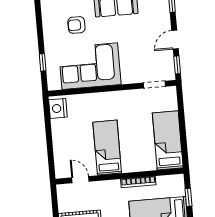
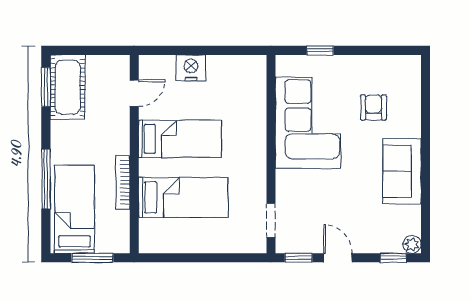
nightstand: (58, 108) -> (191, 68), moved
bed: (168, 140) -> (183, 197), moved
window: (189, 197) -> (92, 258), width x1.50

